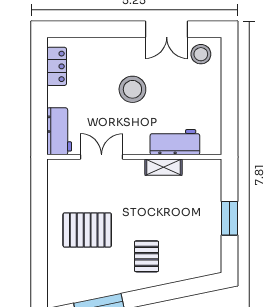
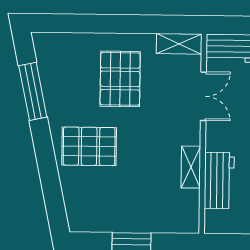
shelving: (56, 179) -> (179, 44), added
pallet: (147, 256) -> (89, 146), width x1.50, depth x1.42

